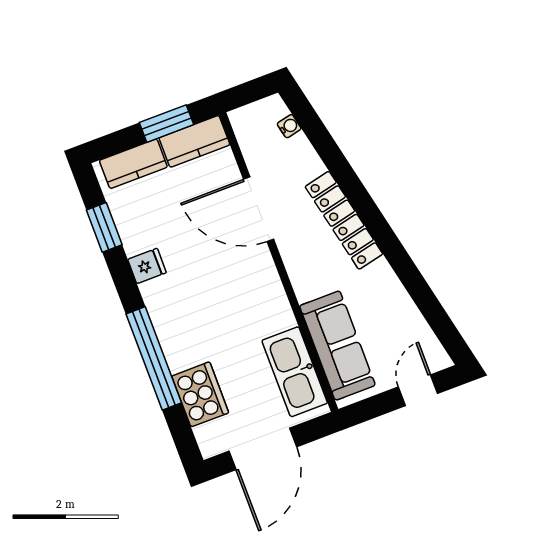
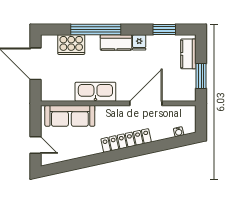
kitchen counter: (194, 141) -> (116, 43), moved, turned -90
kitchen sink: (295, 372) -> (95, 92), moved

